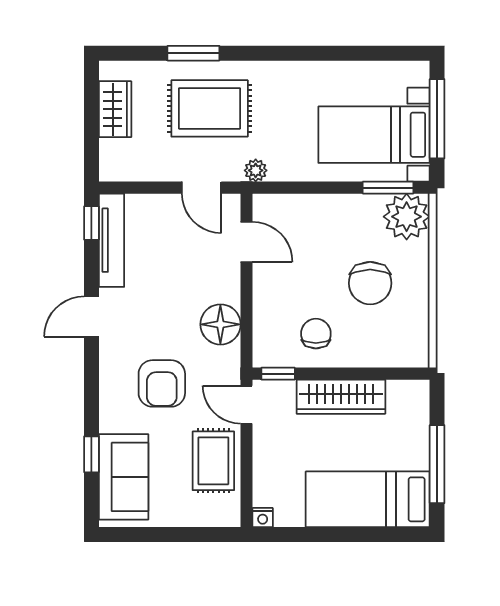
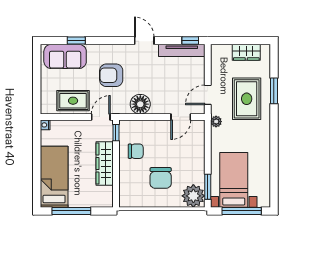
chair: (370, 283) -> (161, 178), turned -90

